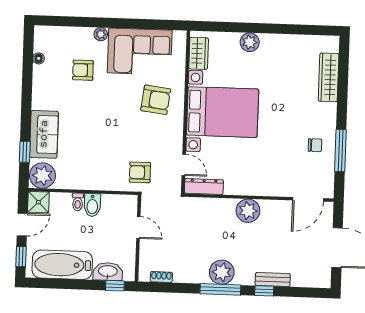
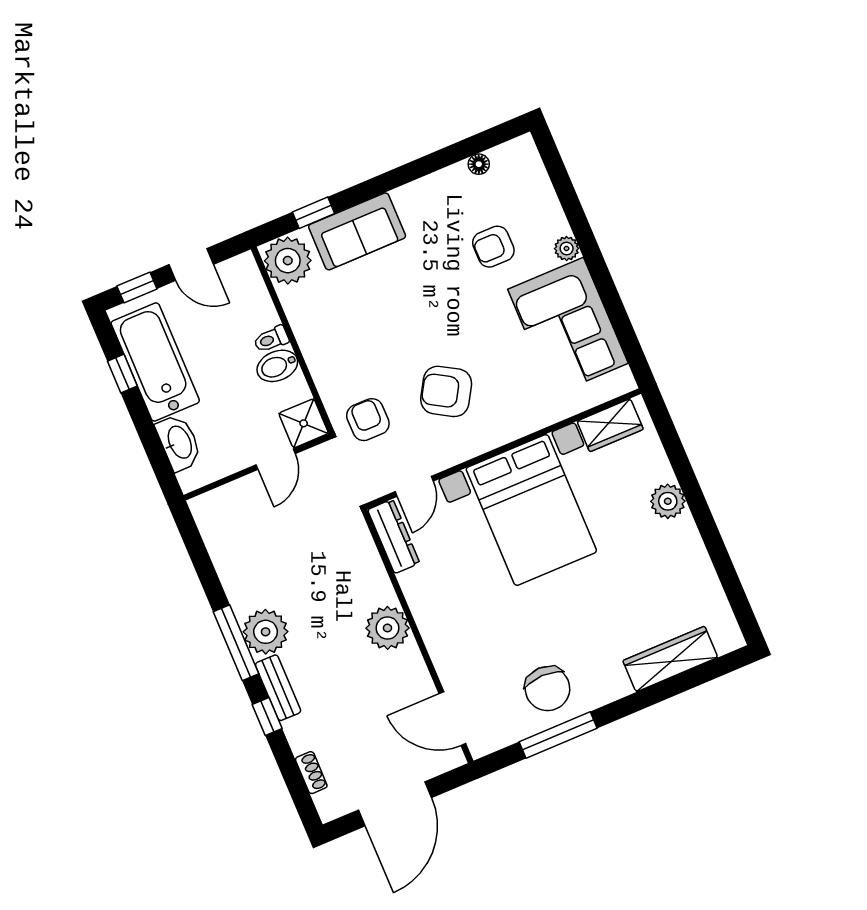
armchair: (83, 70) -> (493, 247), turned -90
armchair: (156, 100) -> (446, 391), moved, turned 114
chair: (315, 145) -> (547, 689), width x1.87, depth x1.87
shower: (38, 202) -> (304, 423), moved
shoe rack: (161, 277) -> (311, 773), moved
bench: (273, 280) -> (278, 688), moved
window: (115, 286) -> (122, 374), moved

